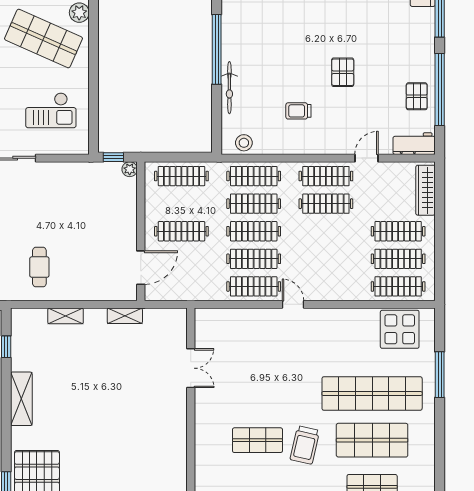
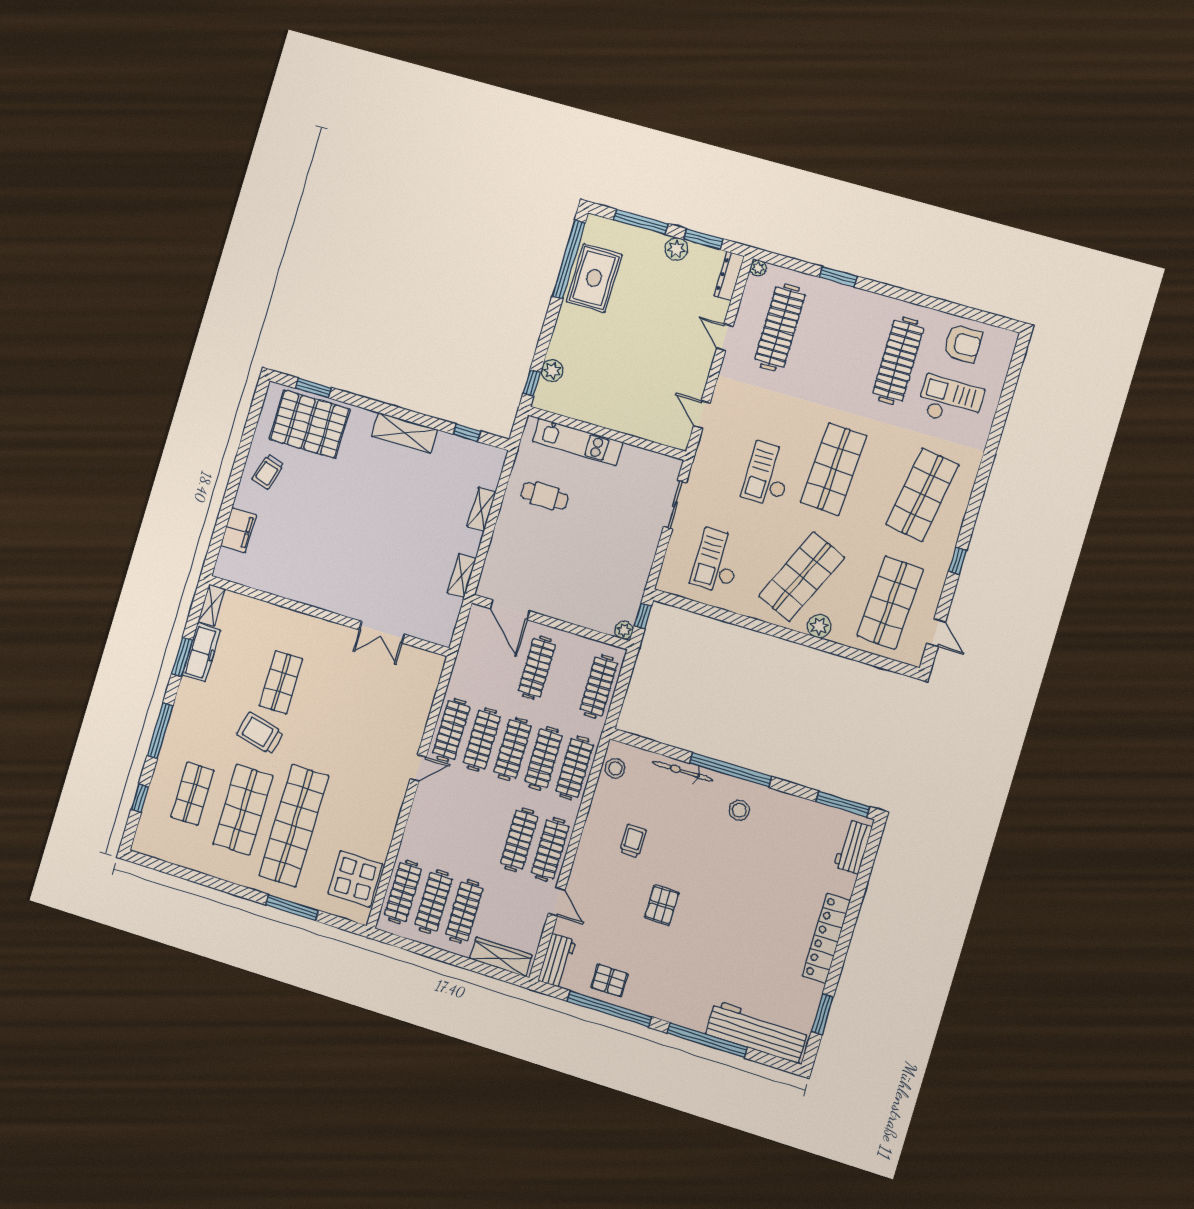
stool: (247, 33) -> (739, 810), added
pallet: (343, 72) -> (662, 905), turned 90

